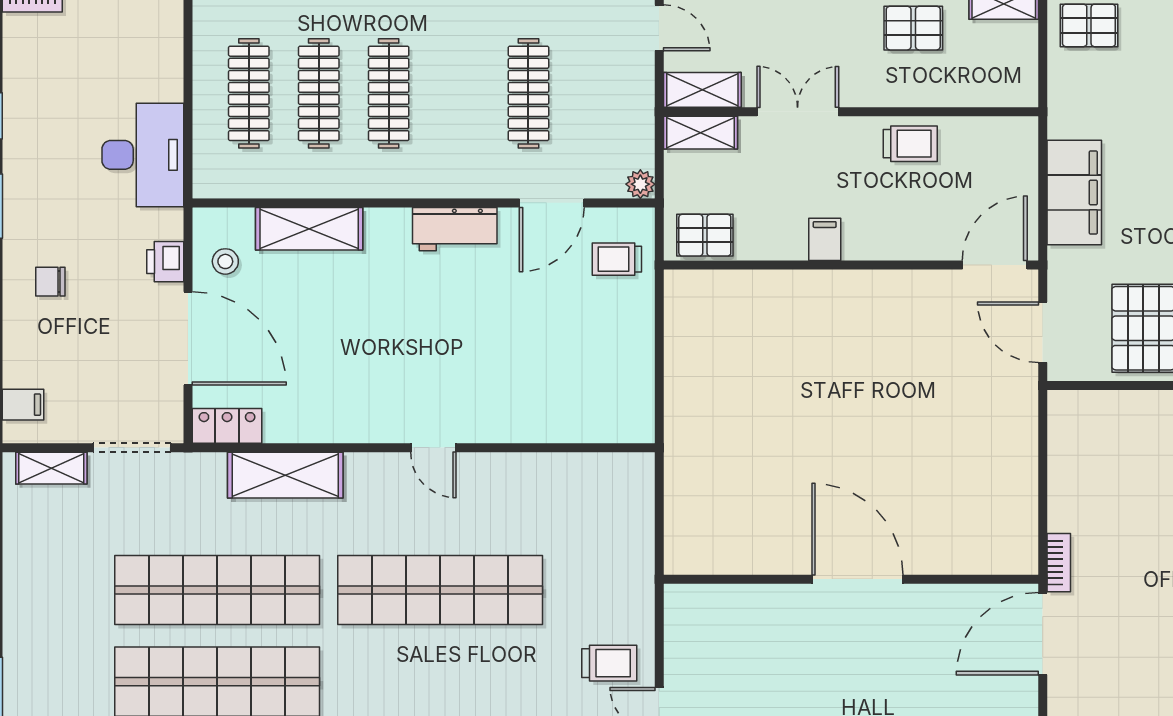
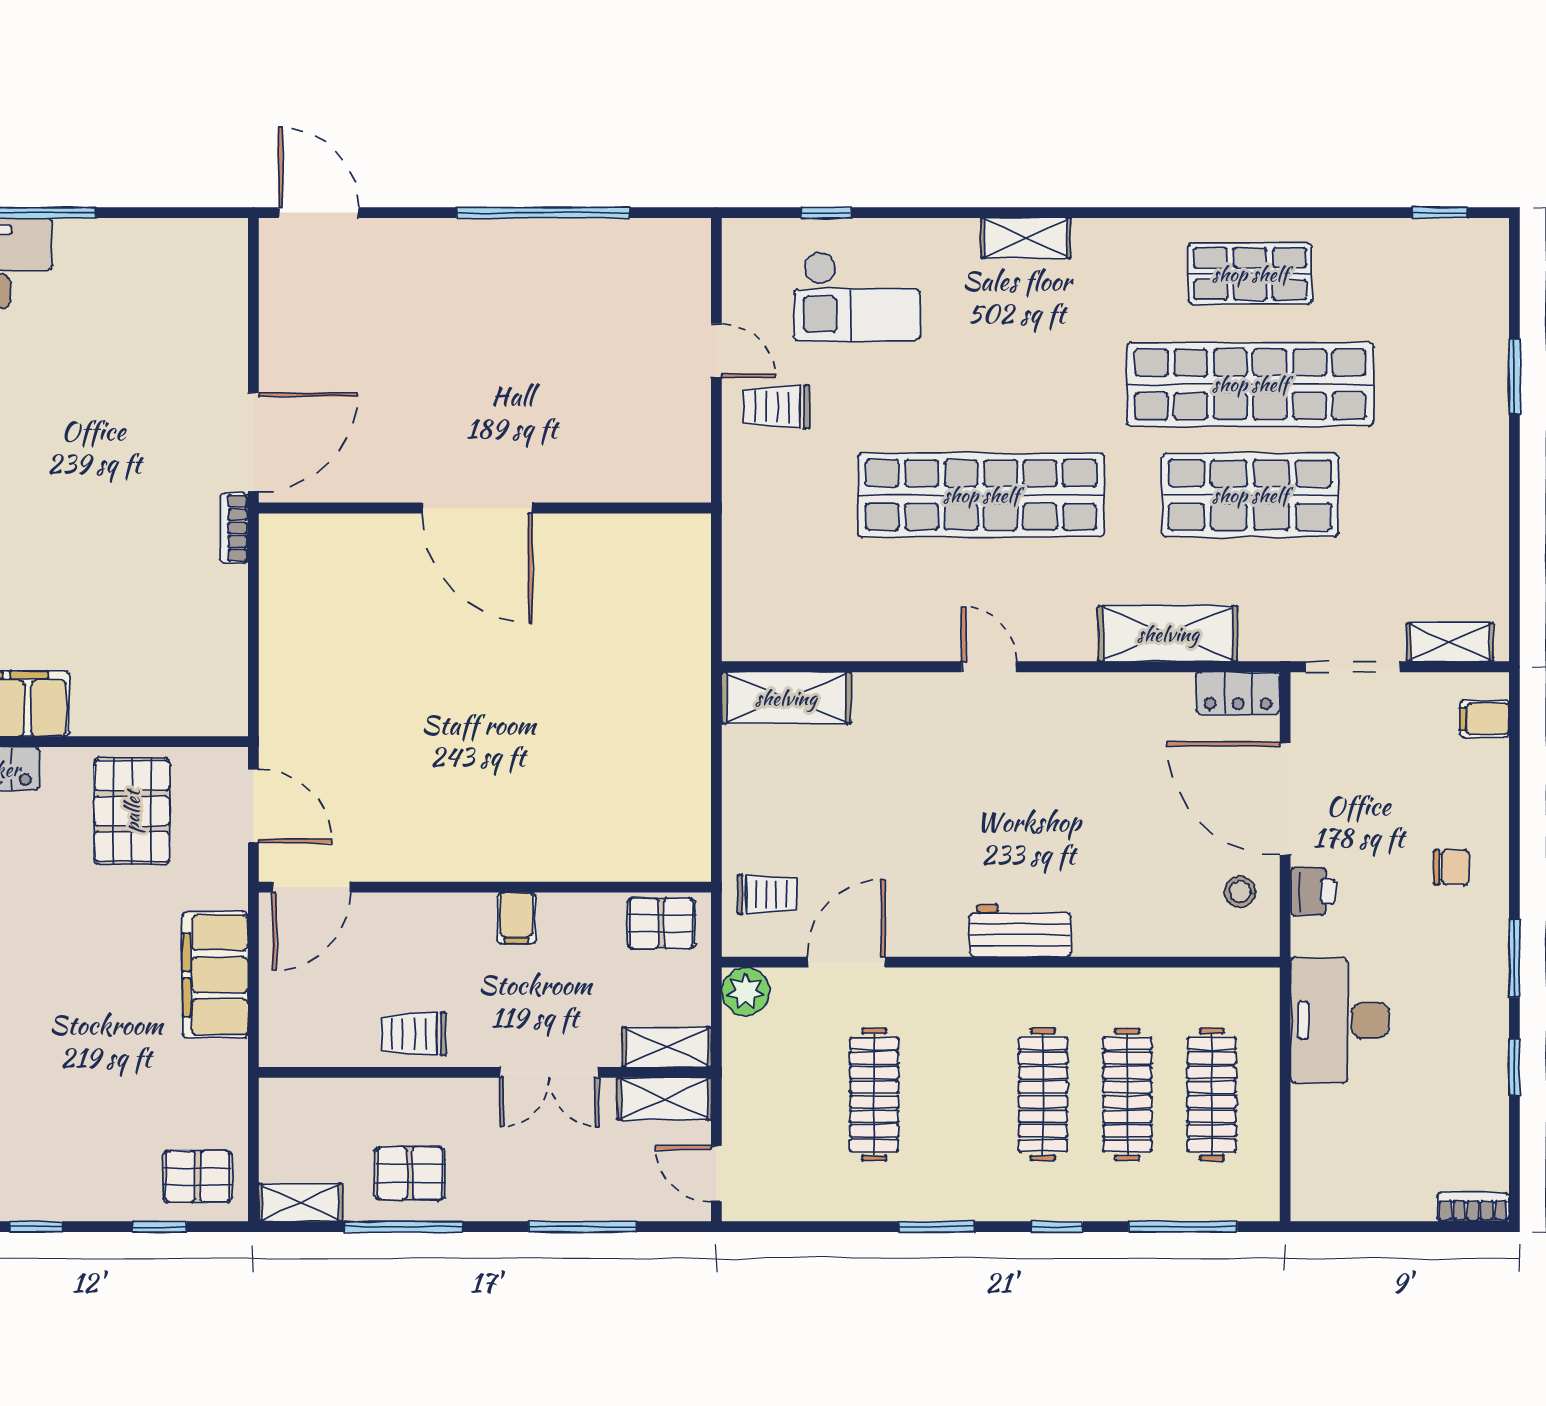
plant: (640, 184) -> (746, 991), width x1.38, depth x1.38
shelving: (309, 229) -> (786, 698), moved
workbench: (455, 229) -> (1020, 931), moved
shop shelf: (217, 590) -> (1250, 495), width x0.71

